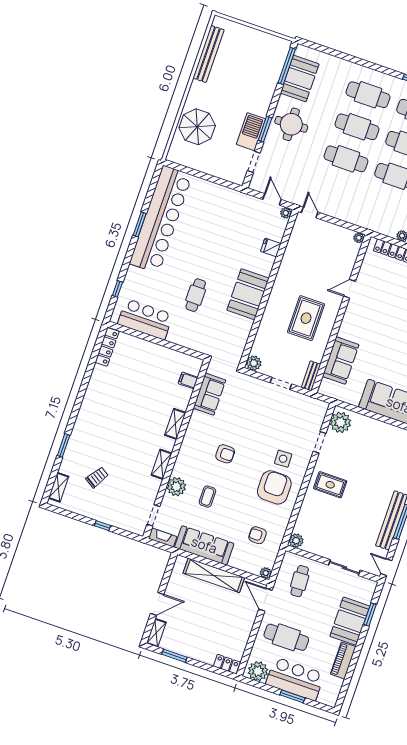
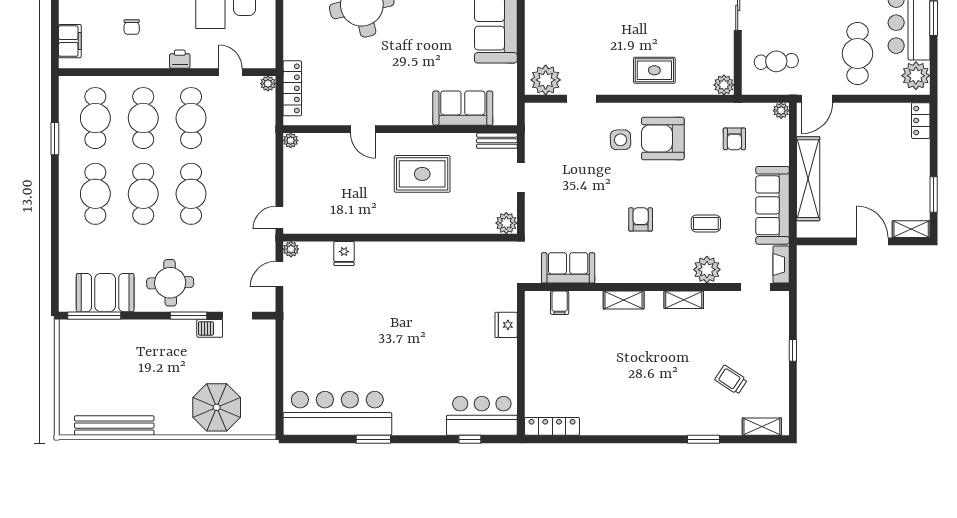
barbecue: (251, 132) -> (210, 328), width x0.53, depth x0.65
bar counter: (161, 219) -> (337, 413), width x0.73
booth: (248, 294) -> (417, 262), removed
cafe table: (196, 295) -> (442, 332), removed
bar counter: (145, 319) -> (482, 416), moved, turned 90
fridge: (186, 339) -> (506, 325), added
rug: (330, 485) -> (654, 70), moved, turned 90

